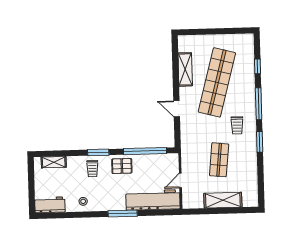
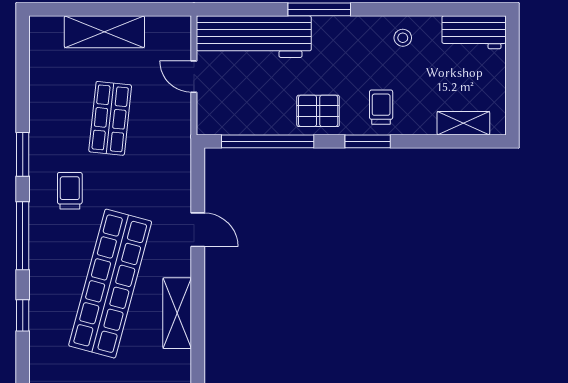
door: (180, 180) -> (194, 77), swing flipped

